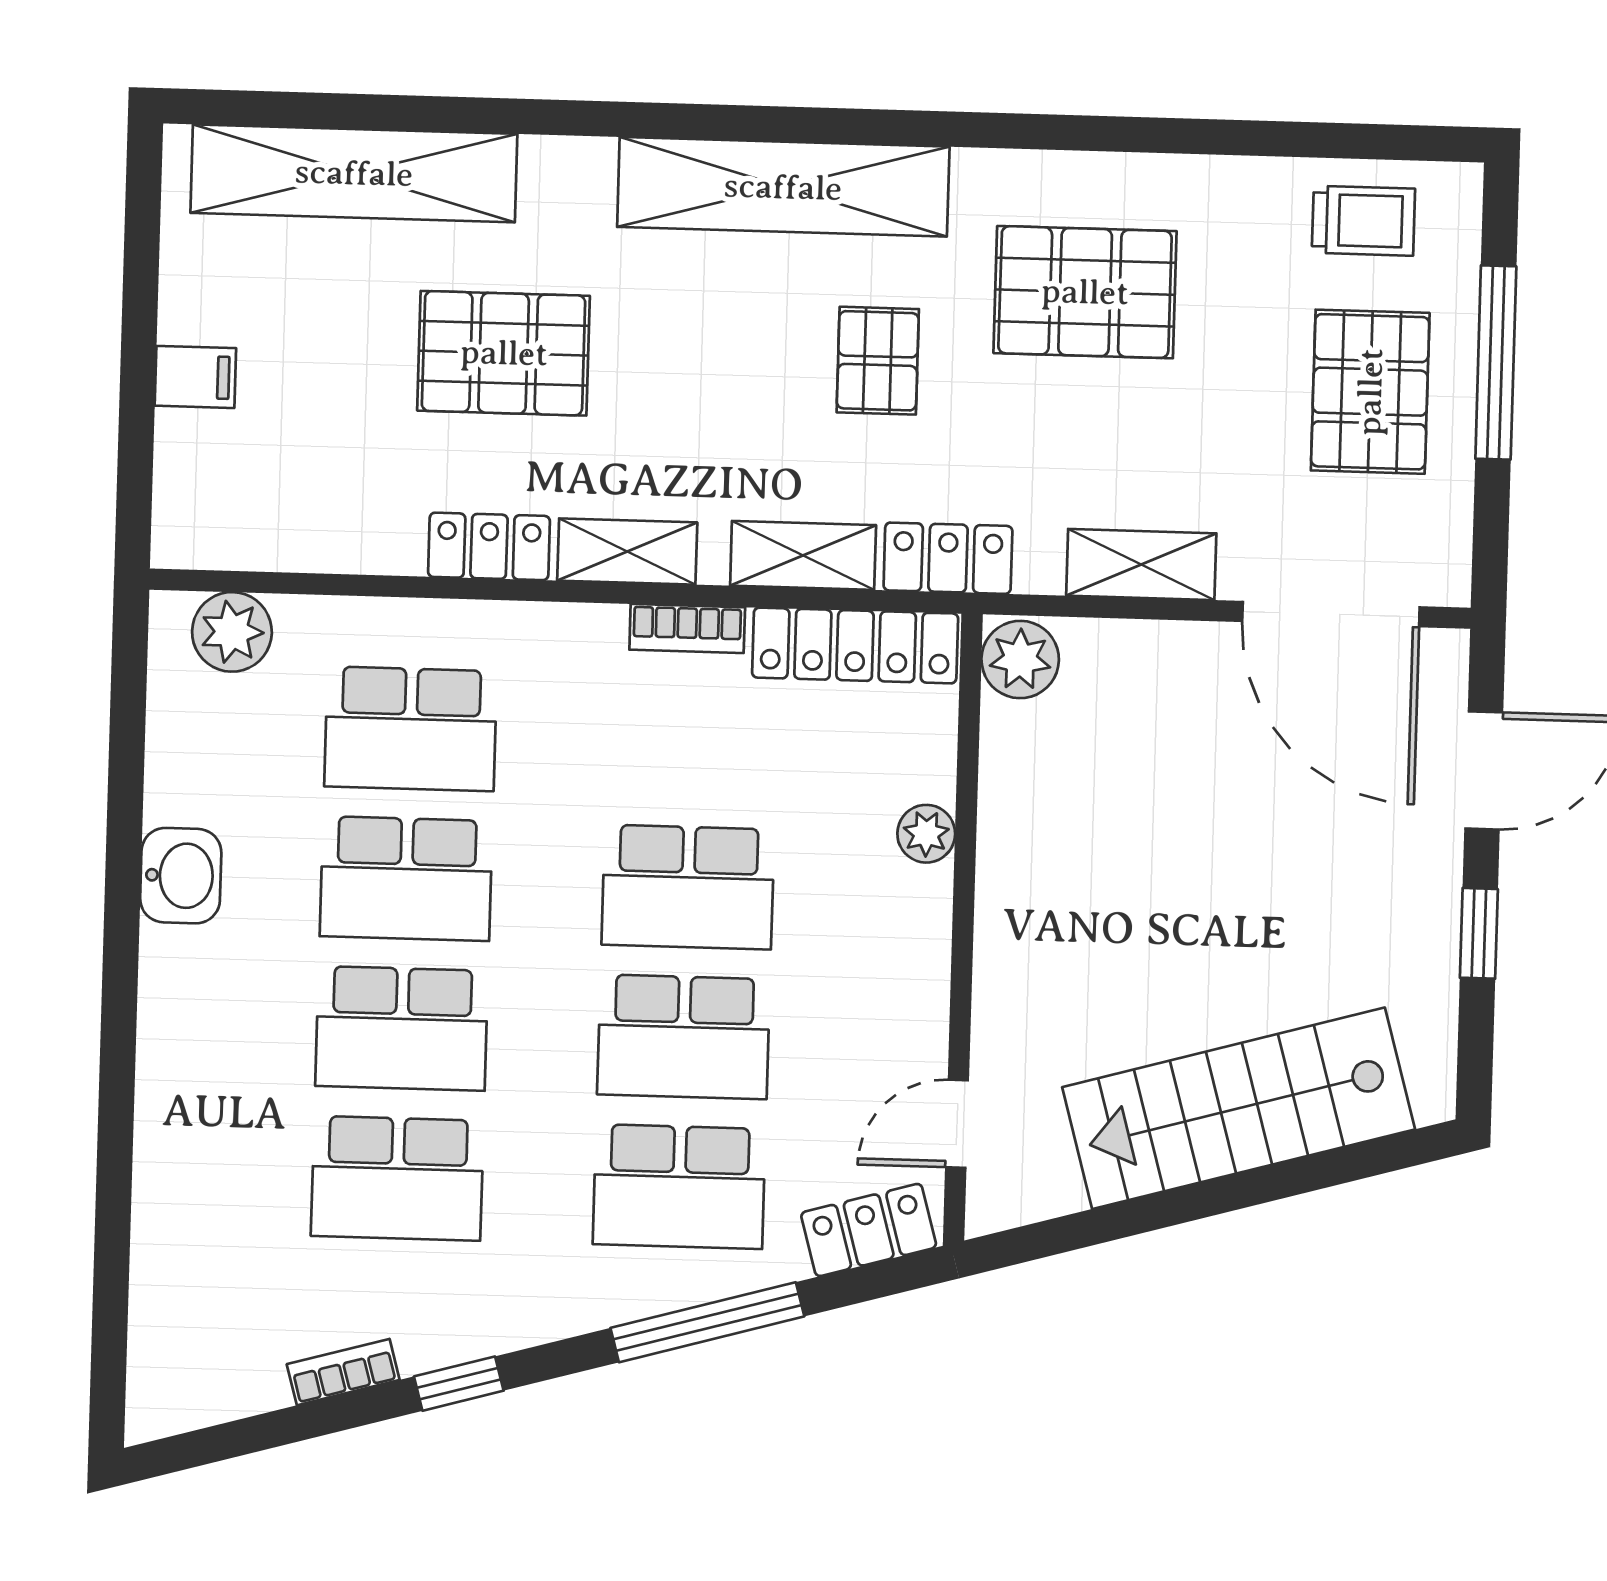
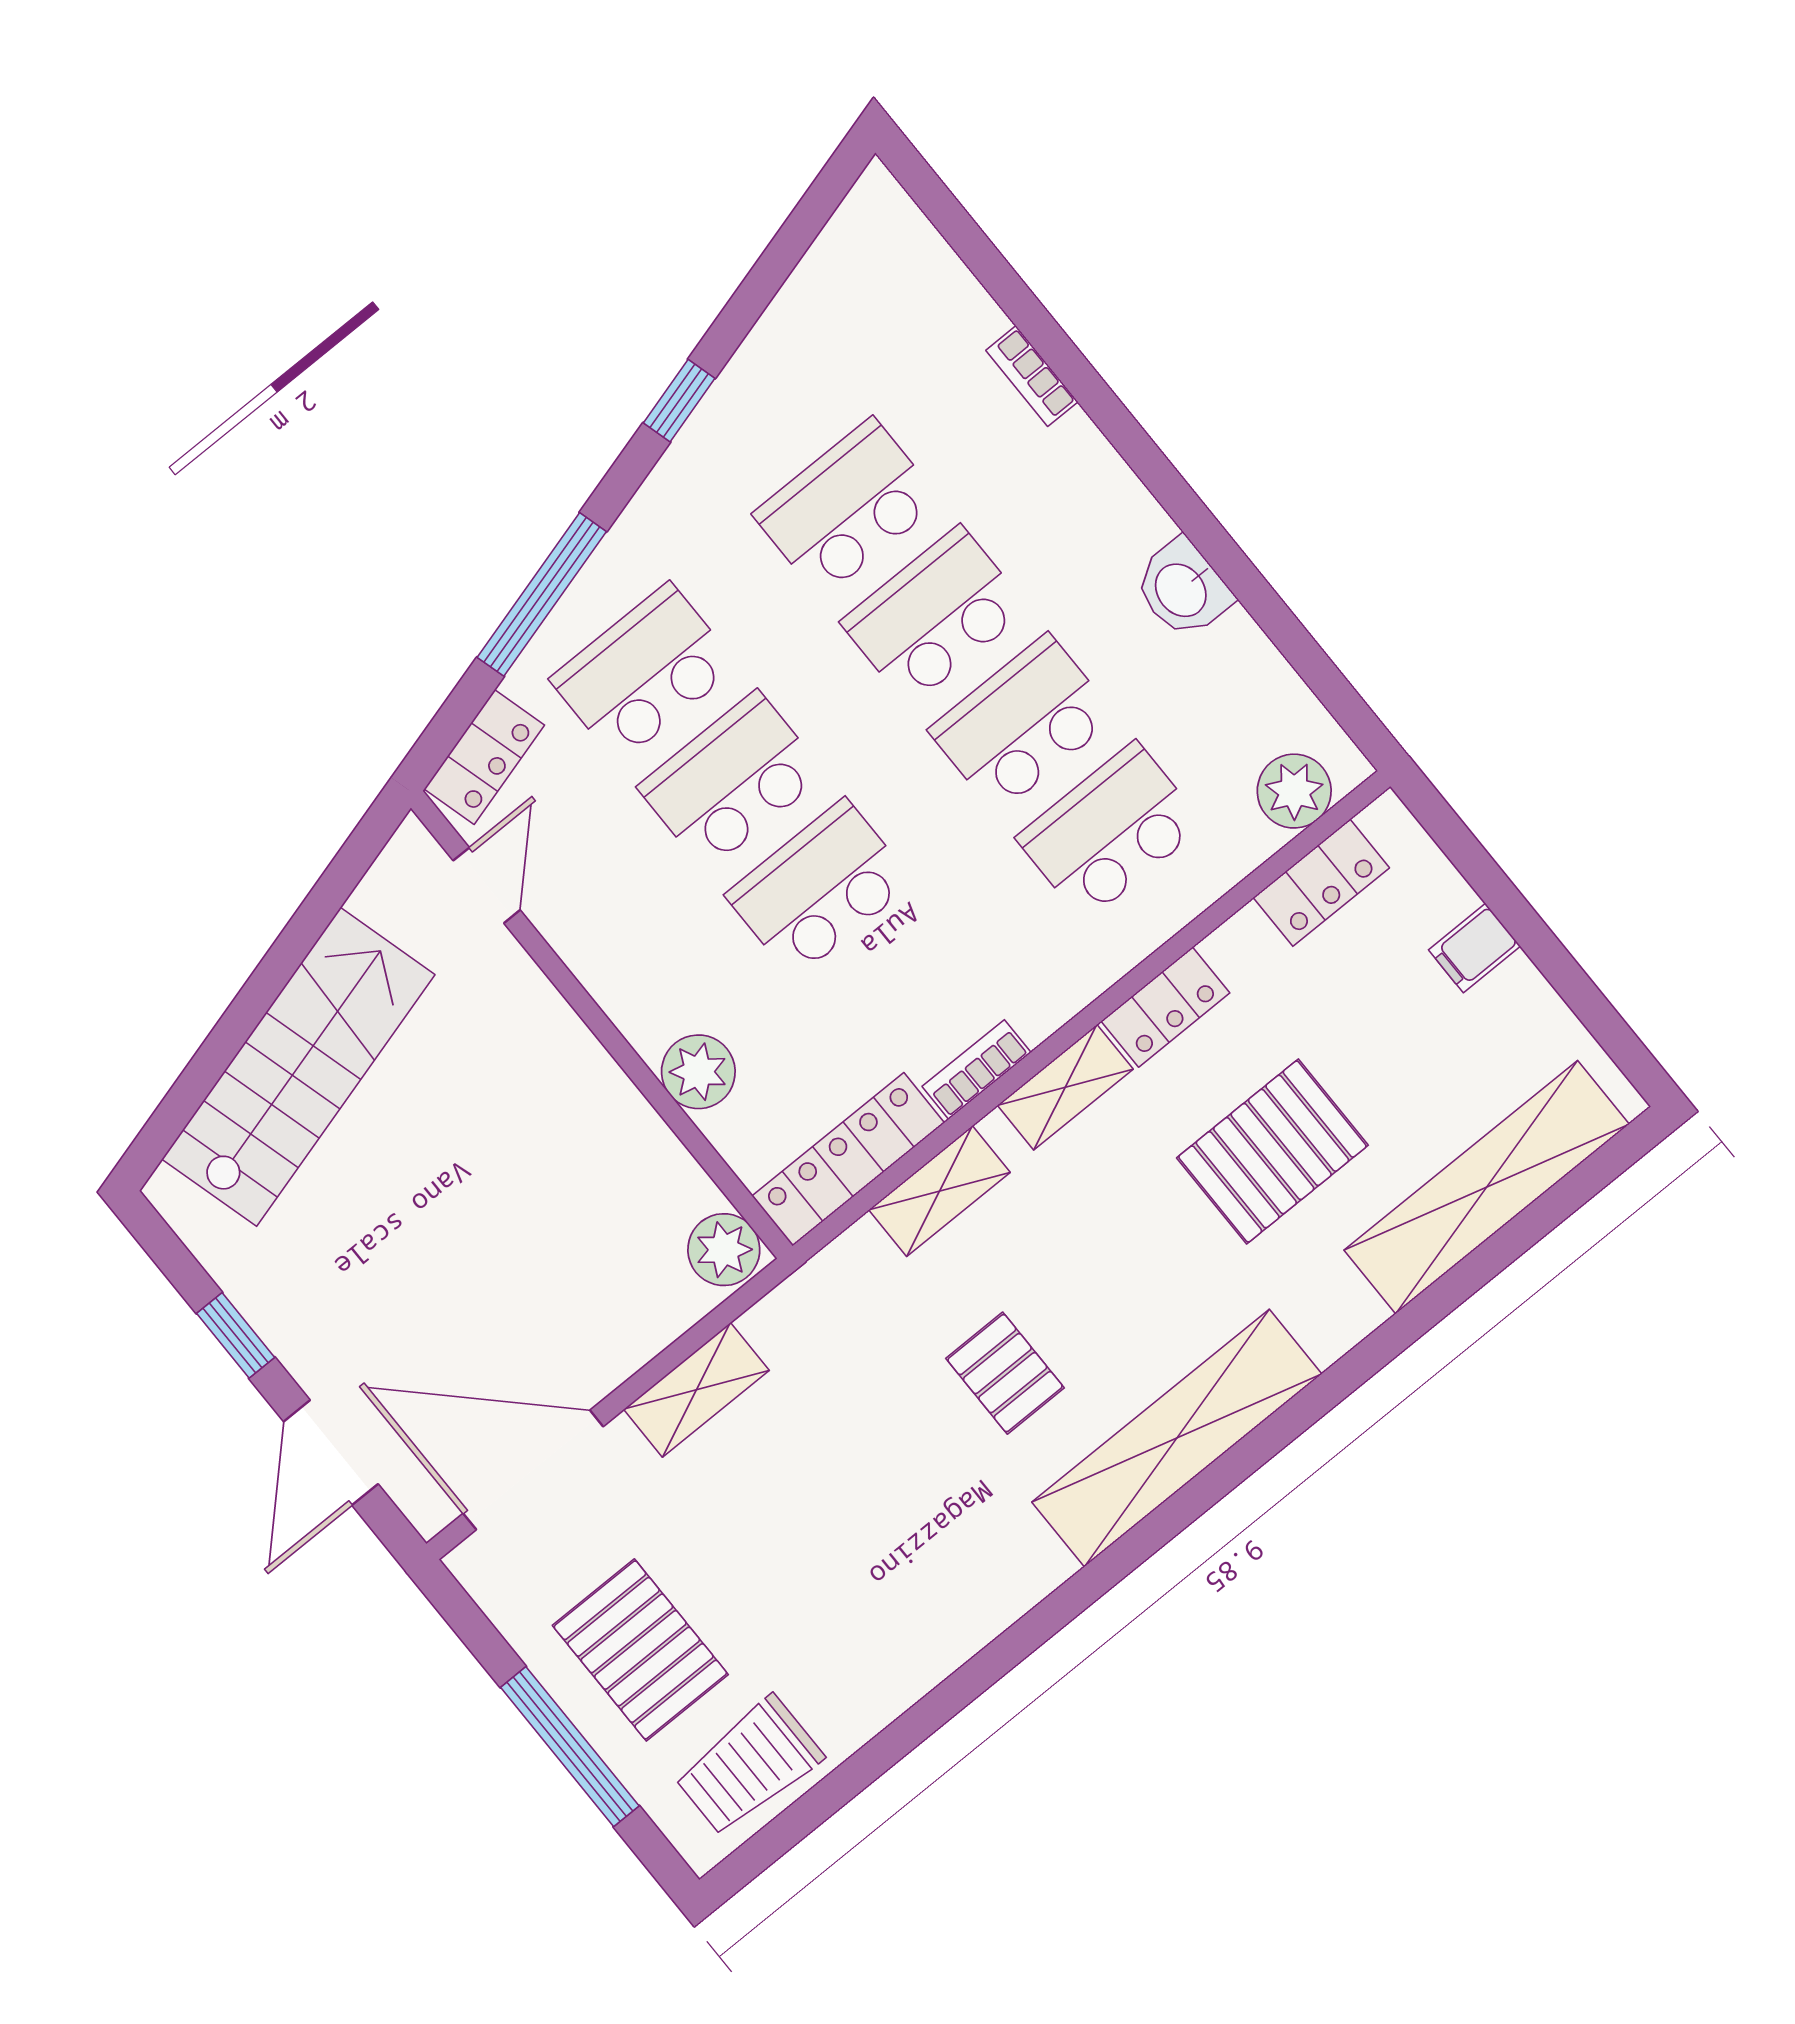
trolley: (1363, 221) -> (749, 1766), width x1.36, depth x1.39
pallet: (1085, 292) -> (901, 1547), removed
locker: (948, 558) -> (1321, 883), moved
plant: (926, 834) -> (698, 1072), width x1.38, depth x1.38
bookcase: (343, 1372) -> (1032, 376), moved, turned 106

